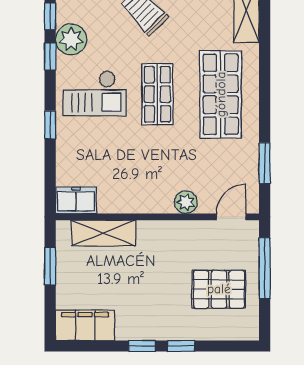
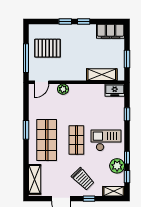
window: (50, 125) -> (127, 114), moved
window: (265, 163) -> (26, 130), moved

